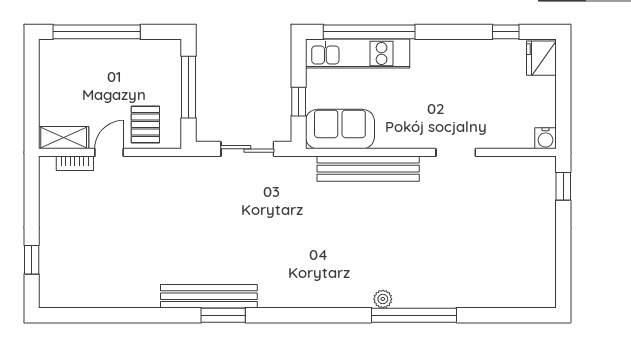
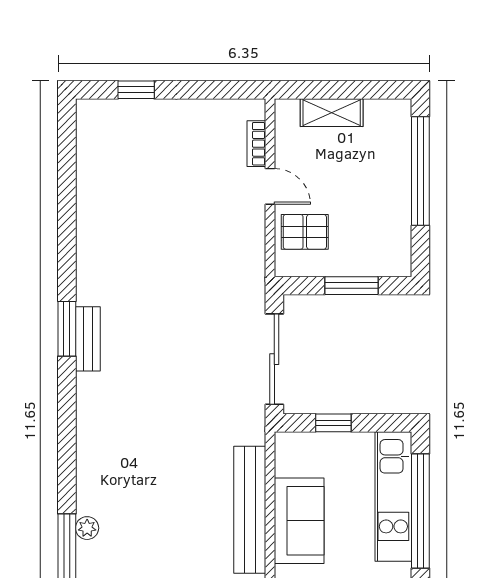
window: (188, 87) -> (351, 286), width x0.69
sofa: (340, 129) -> (299, 521), moved
shelving: (64, 138) -> (332, 113), moved, turned 90
sliding door: (247, 149) -> (274, 359), width x1.37
bench: (209, 296) -> (88, 339), width x0.54, depth x0.82

